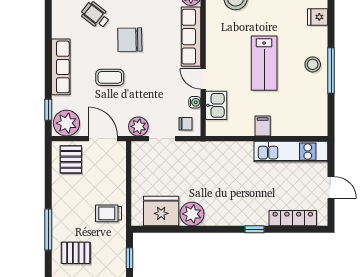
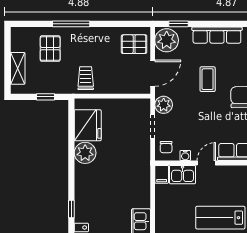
filing cabinet: (263, 126) -> (162, 174), moved, turned 90

